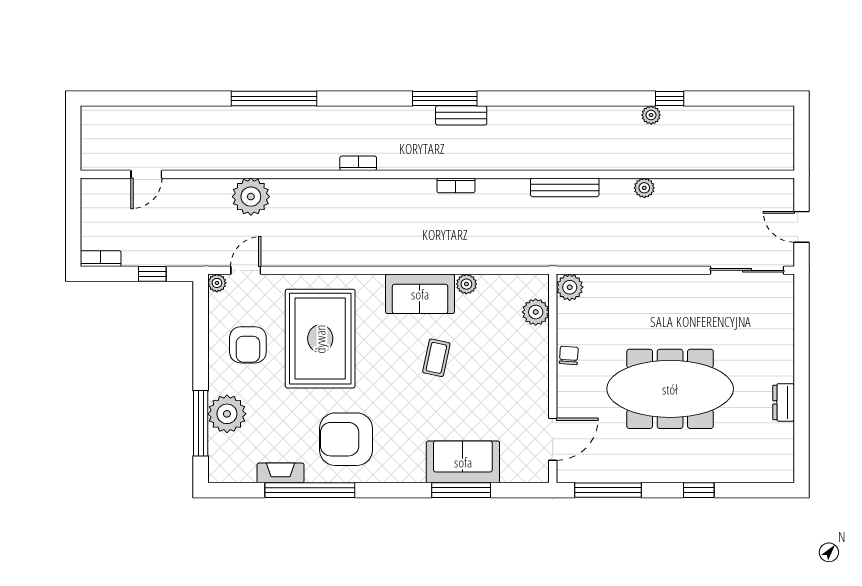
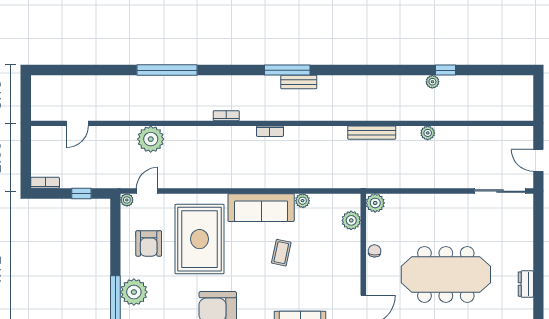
bookcase: (456, 185) -> (270, 131), moved
sofa: (420, 294) -> (261, 208), width x1.36

